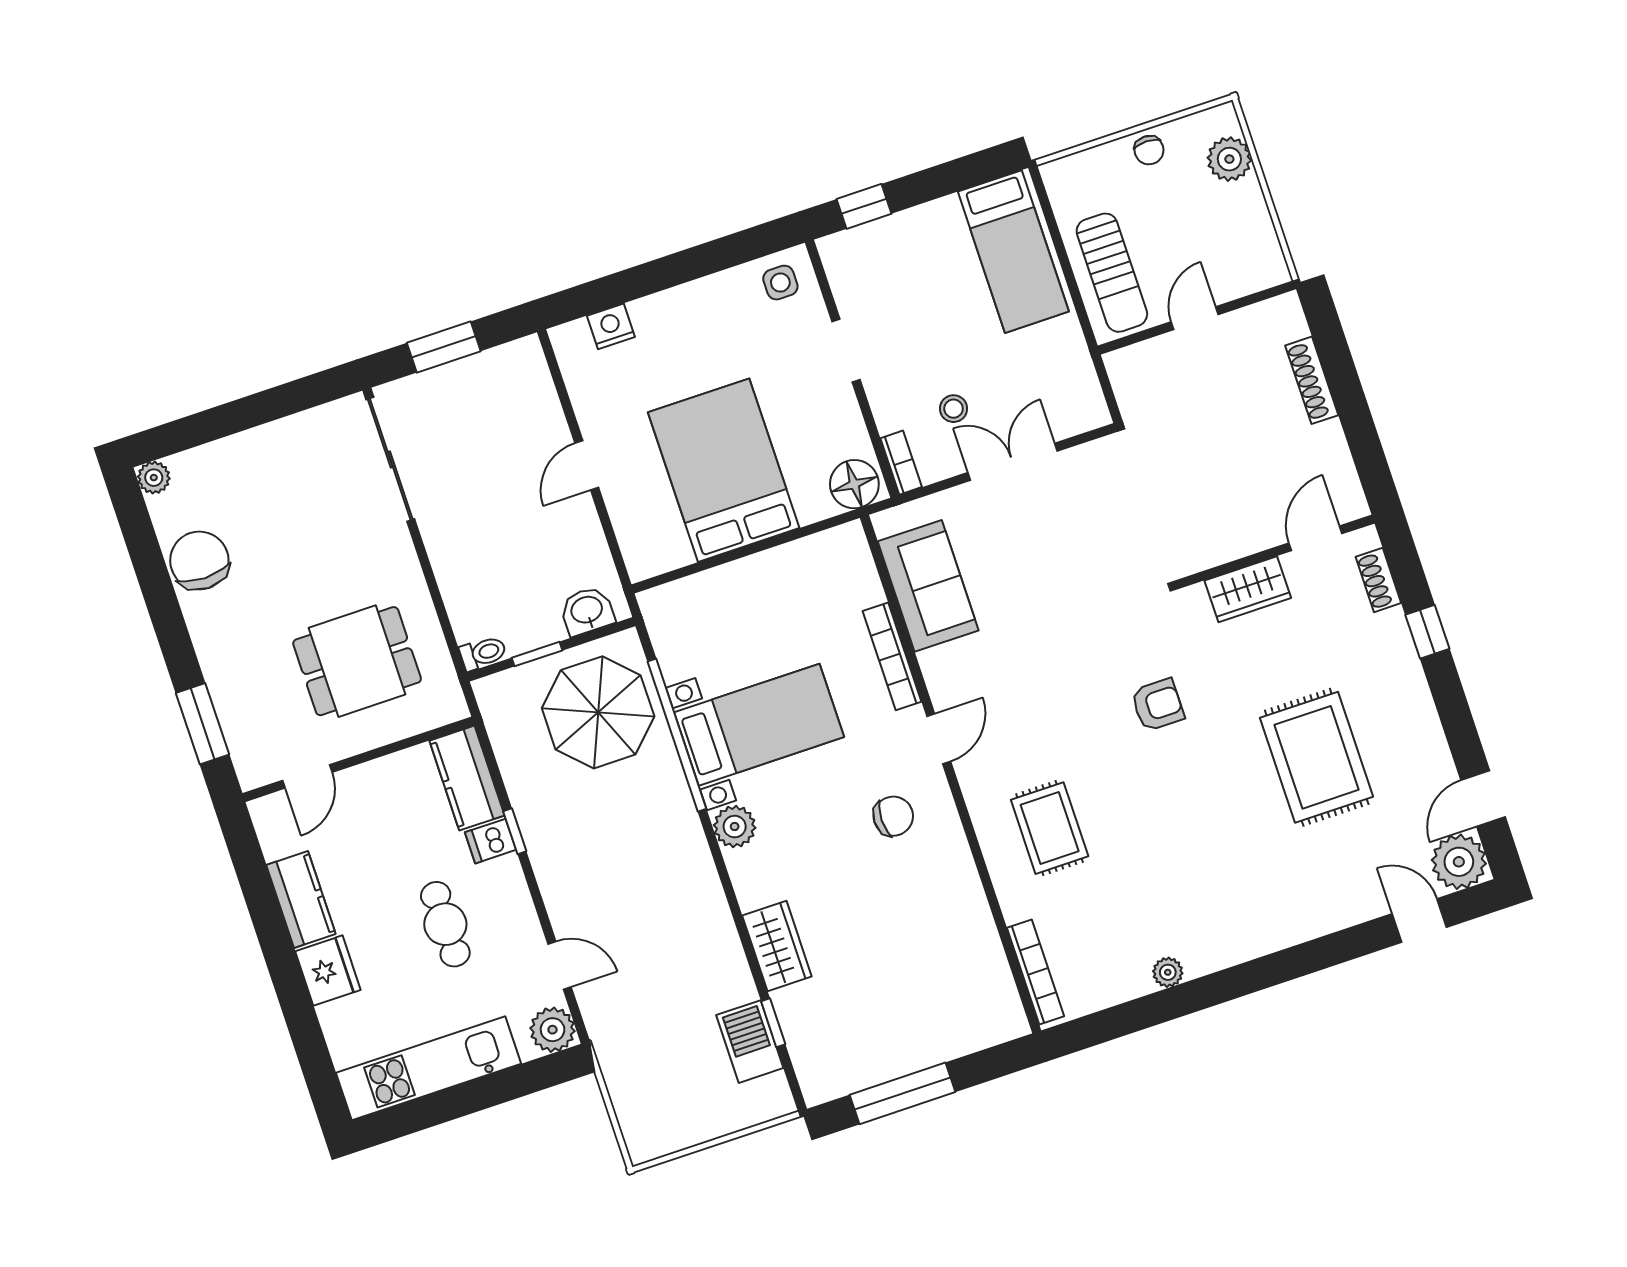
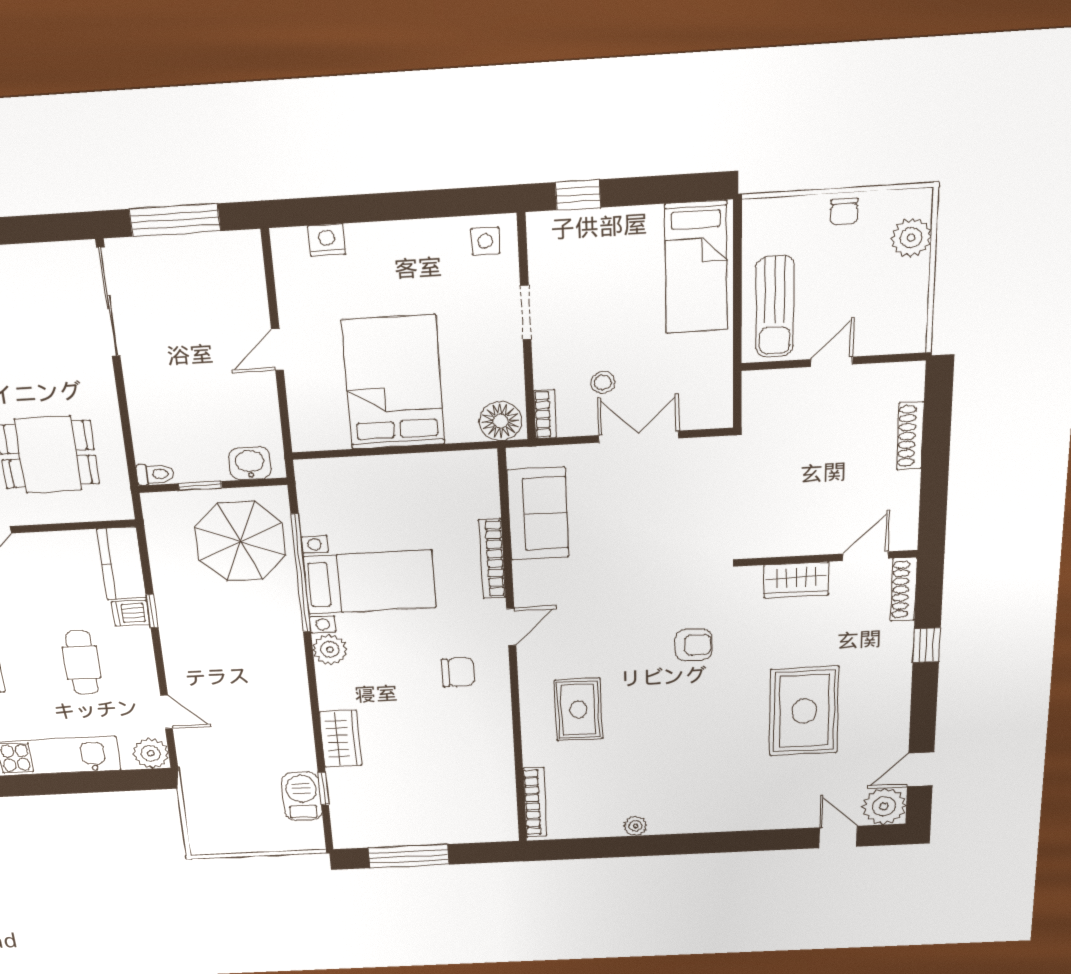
window: (444, 347) -> (175, 220), width x1.44
shoe rack: (1378, 580) -> (904, 589), width x1.43

